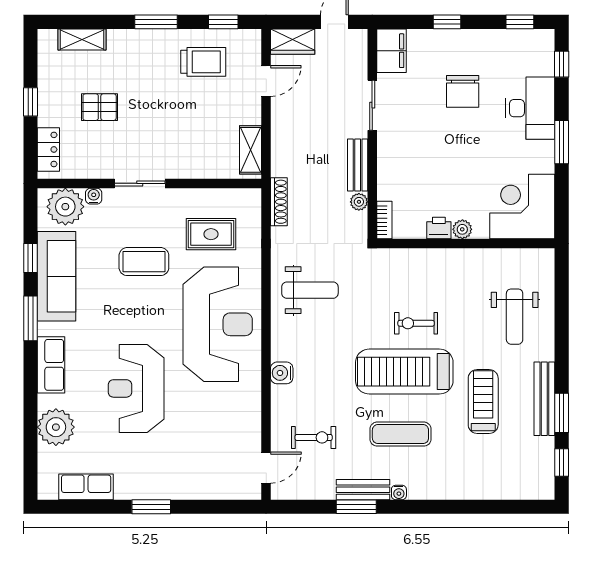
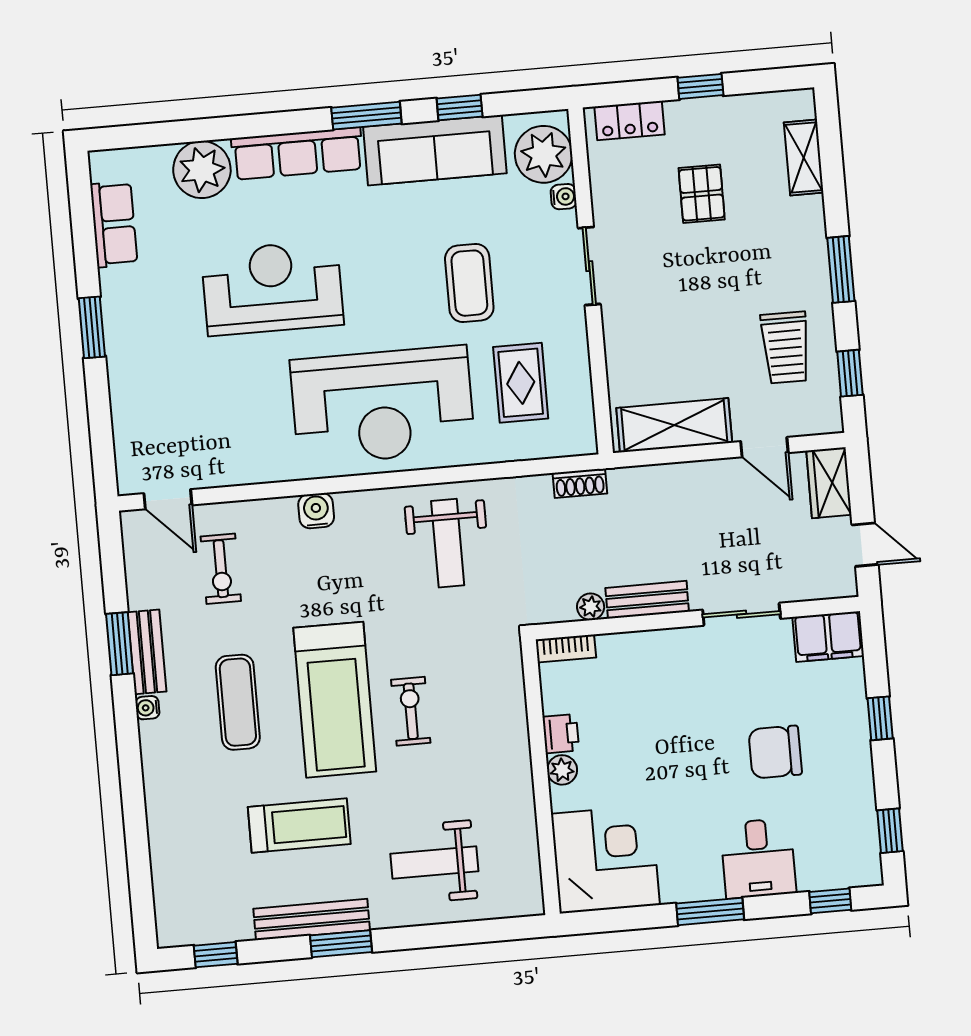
desk: (530, 108) -> (758, 858), width x0.73
shelving: (251, 150) -> (674, 425), width x1.50, depth x1.33
shoe rack: (279, 202) -> (580, 483), width x0.70
row of seats: (51, 365) -> (297, 154), width x1.48
treadmill: (404, 372) -> (335, 700), turned 180
window: (562, 413) -> (341, 944), moved

